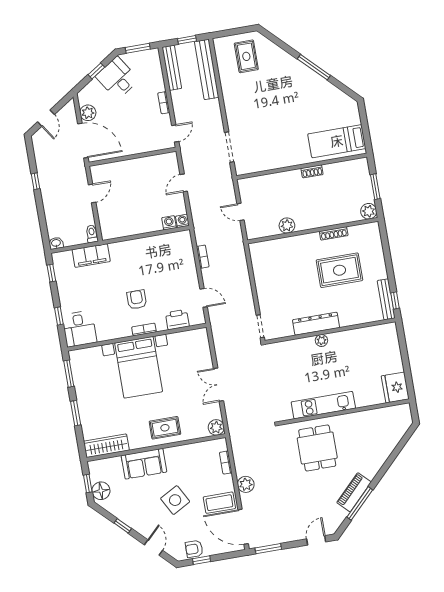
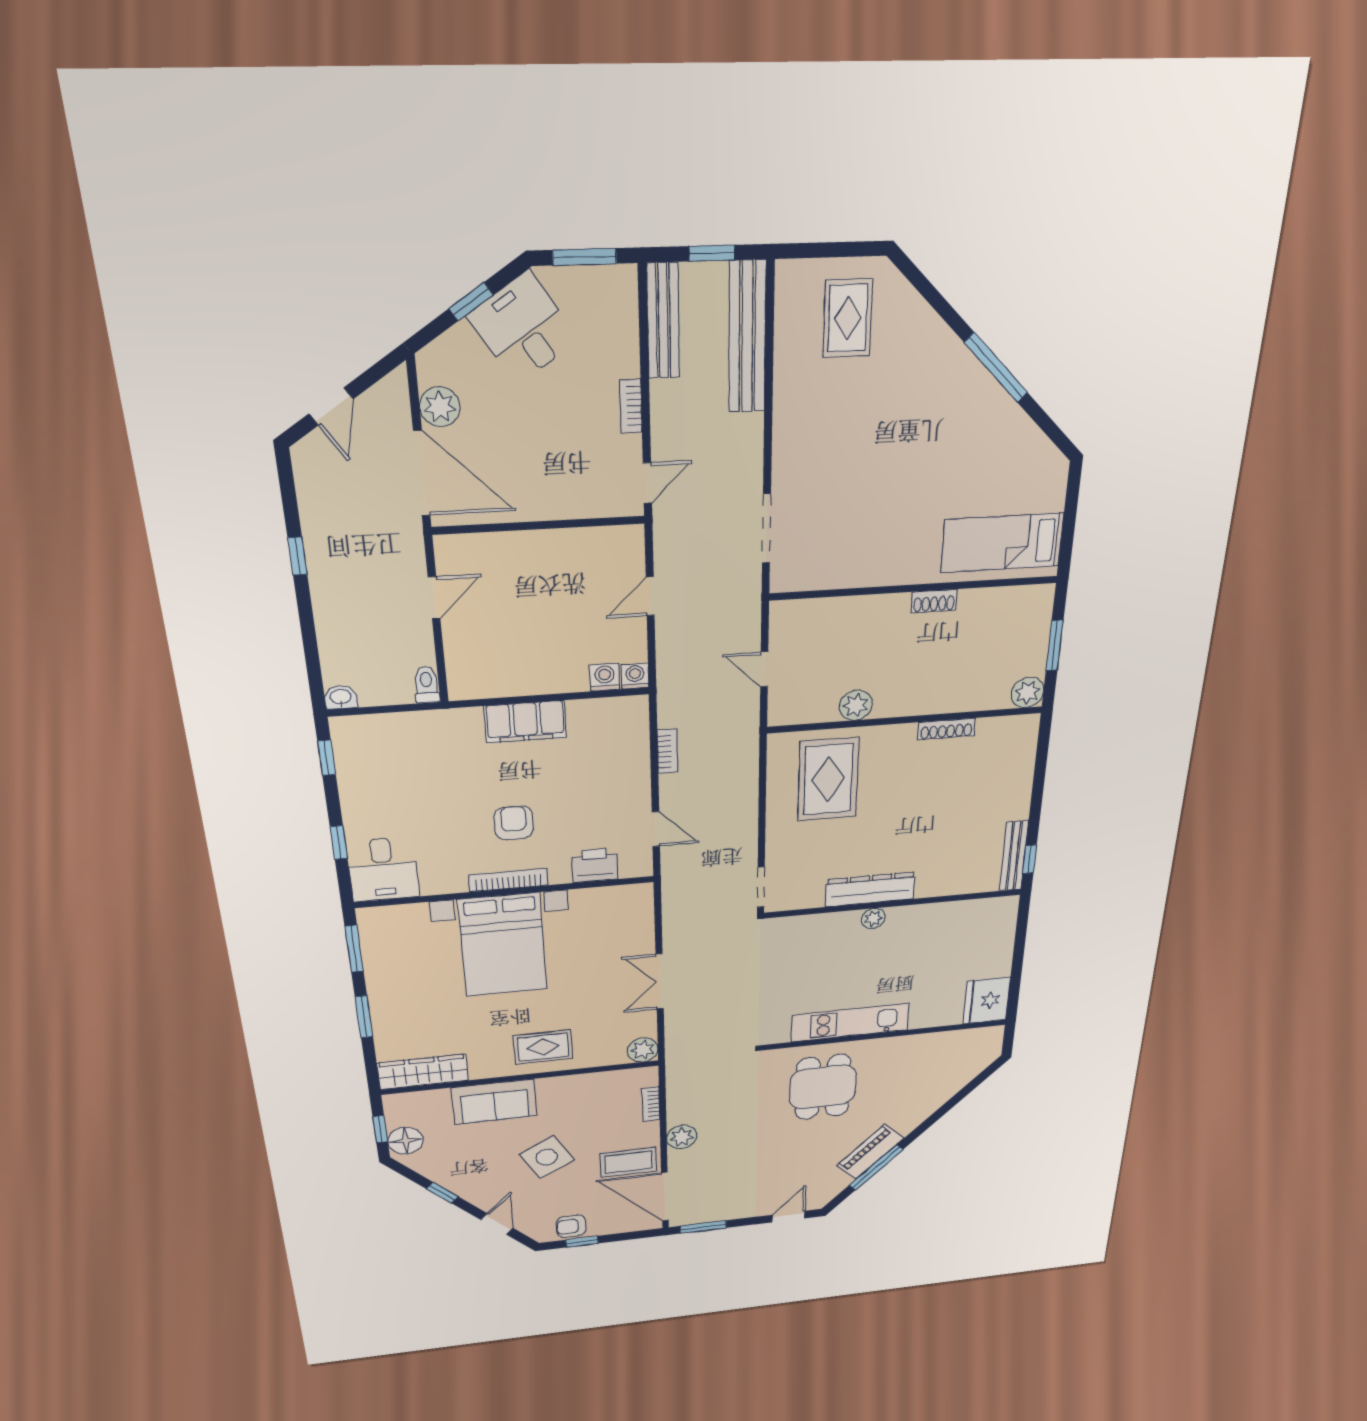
filing cabinet: (91, 256) -> (525, 722), moved
rug: (339, 270) -> (828, 779), moved, turned 90
bookcase: (144, 330) -> (508, 880), width x1.56

